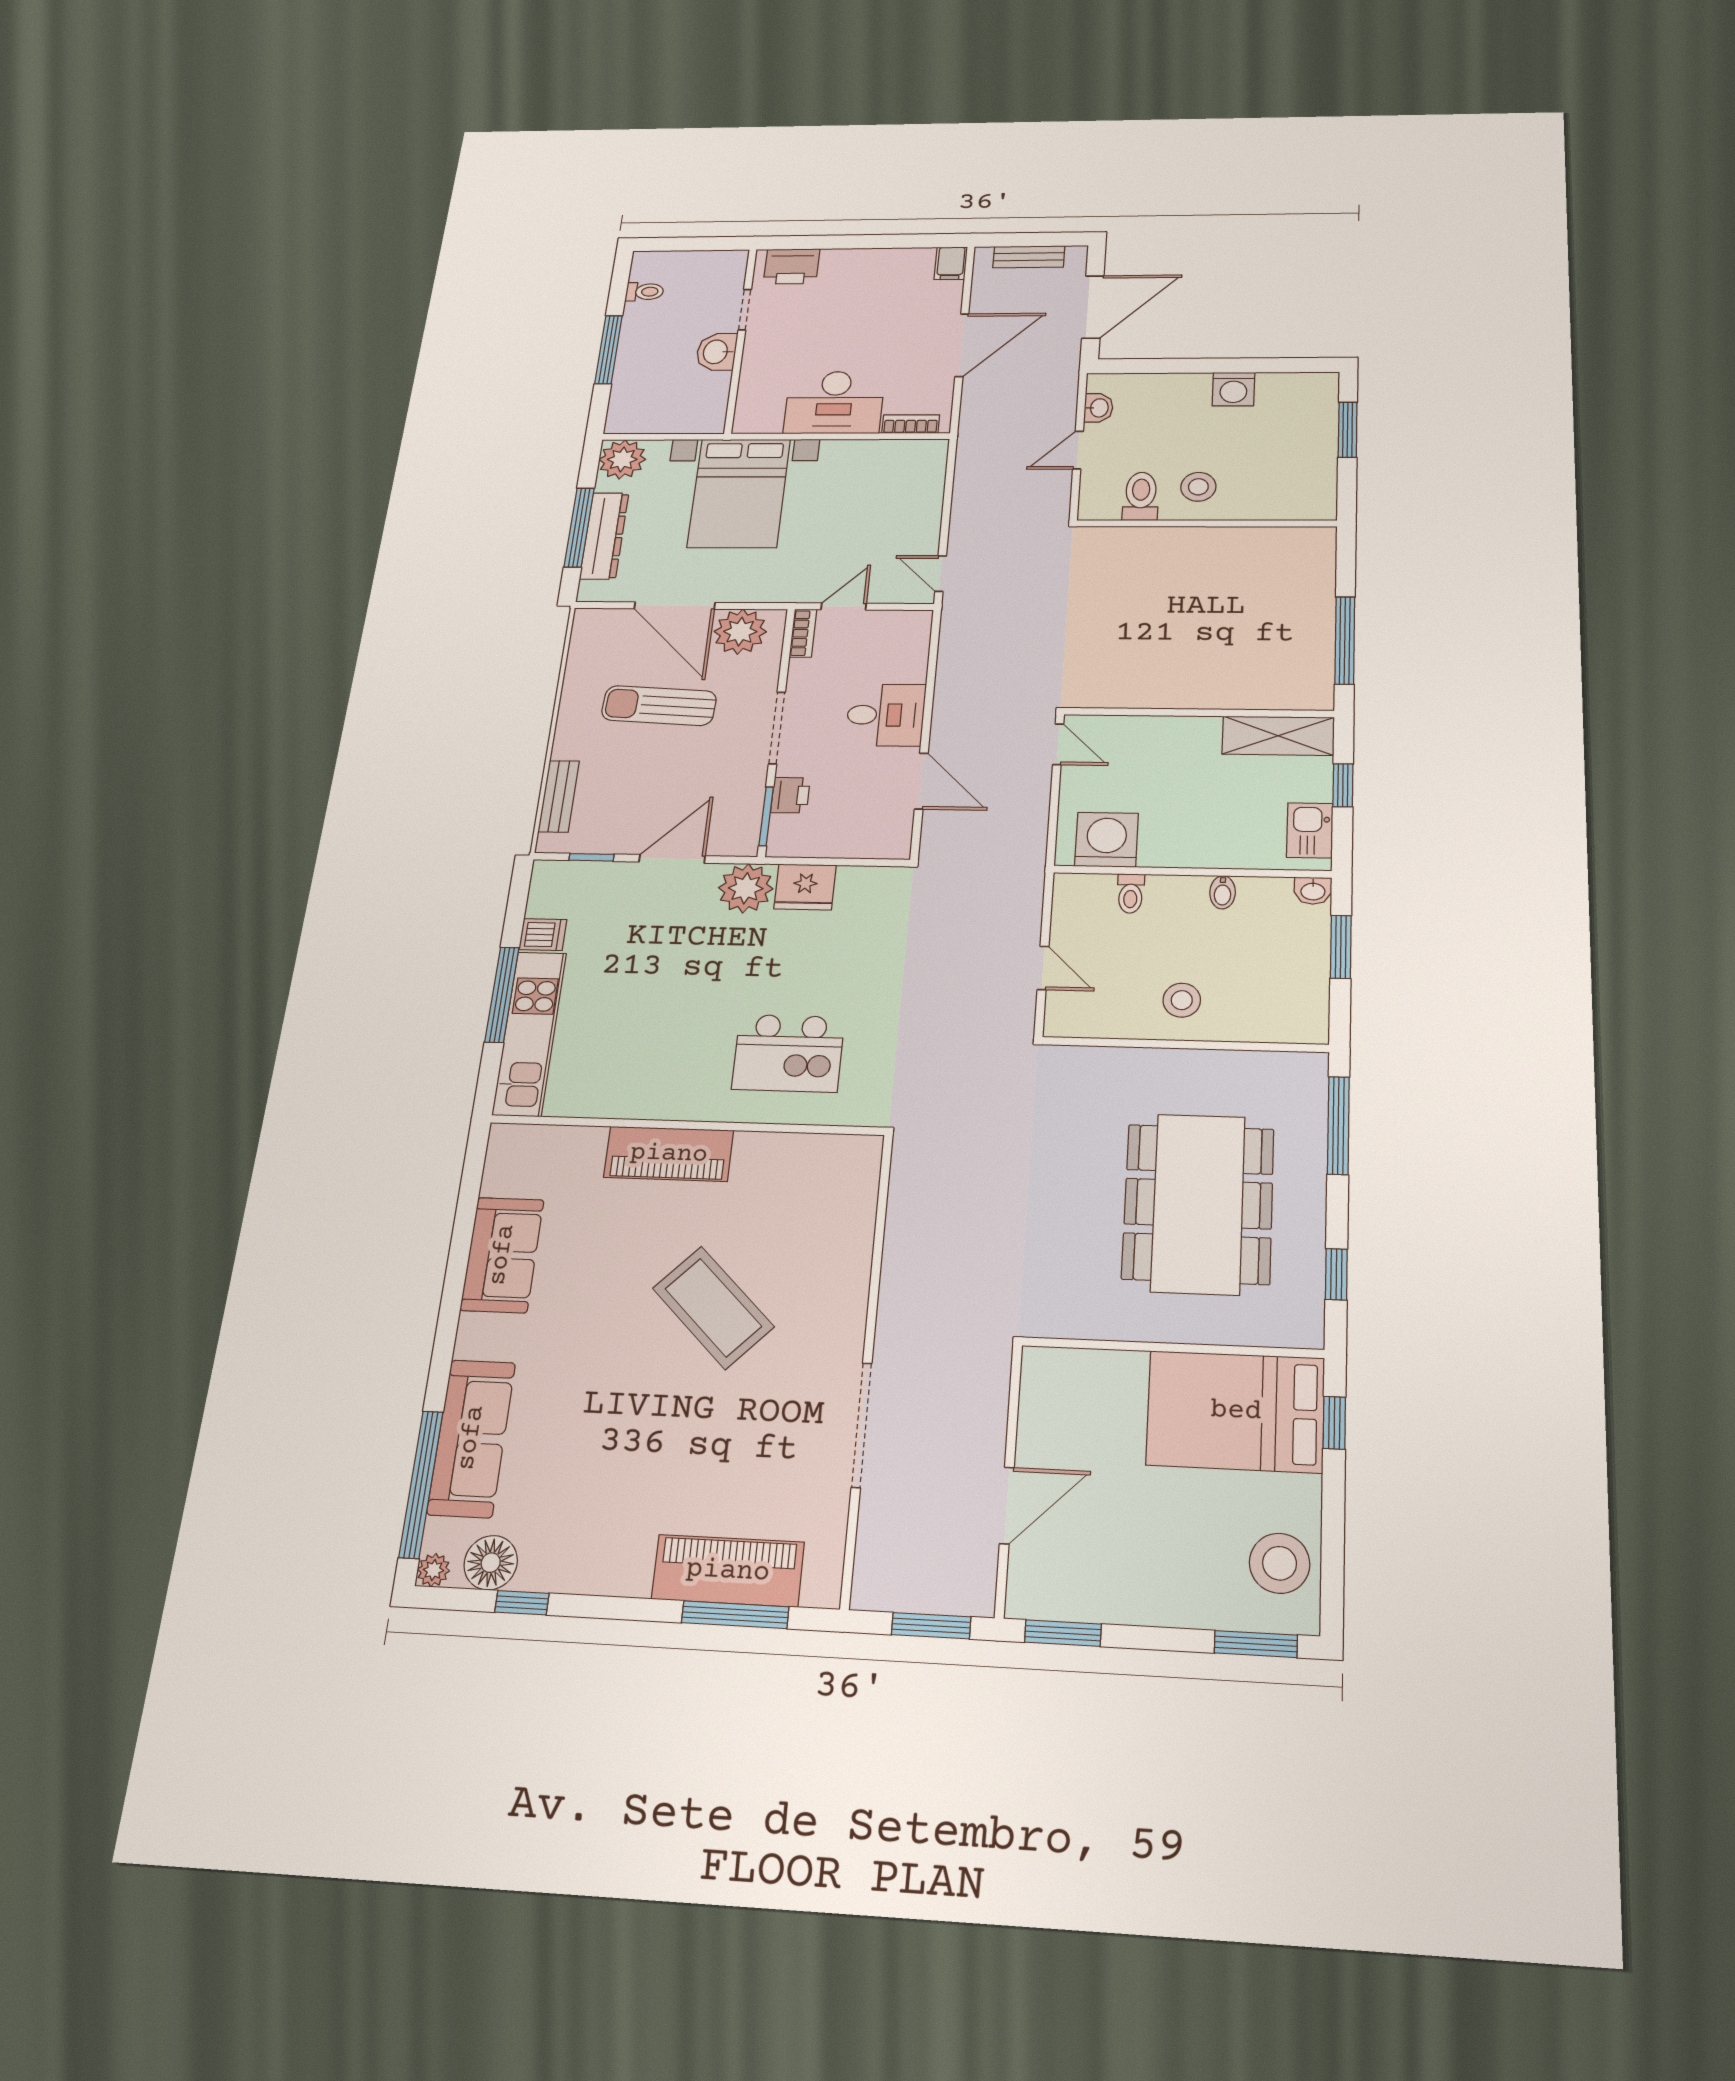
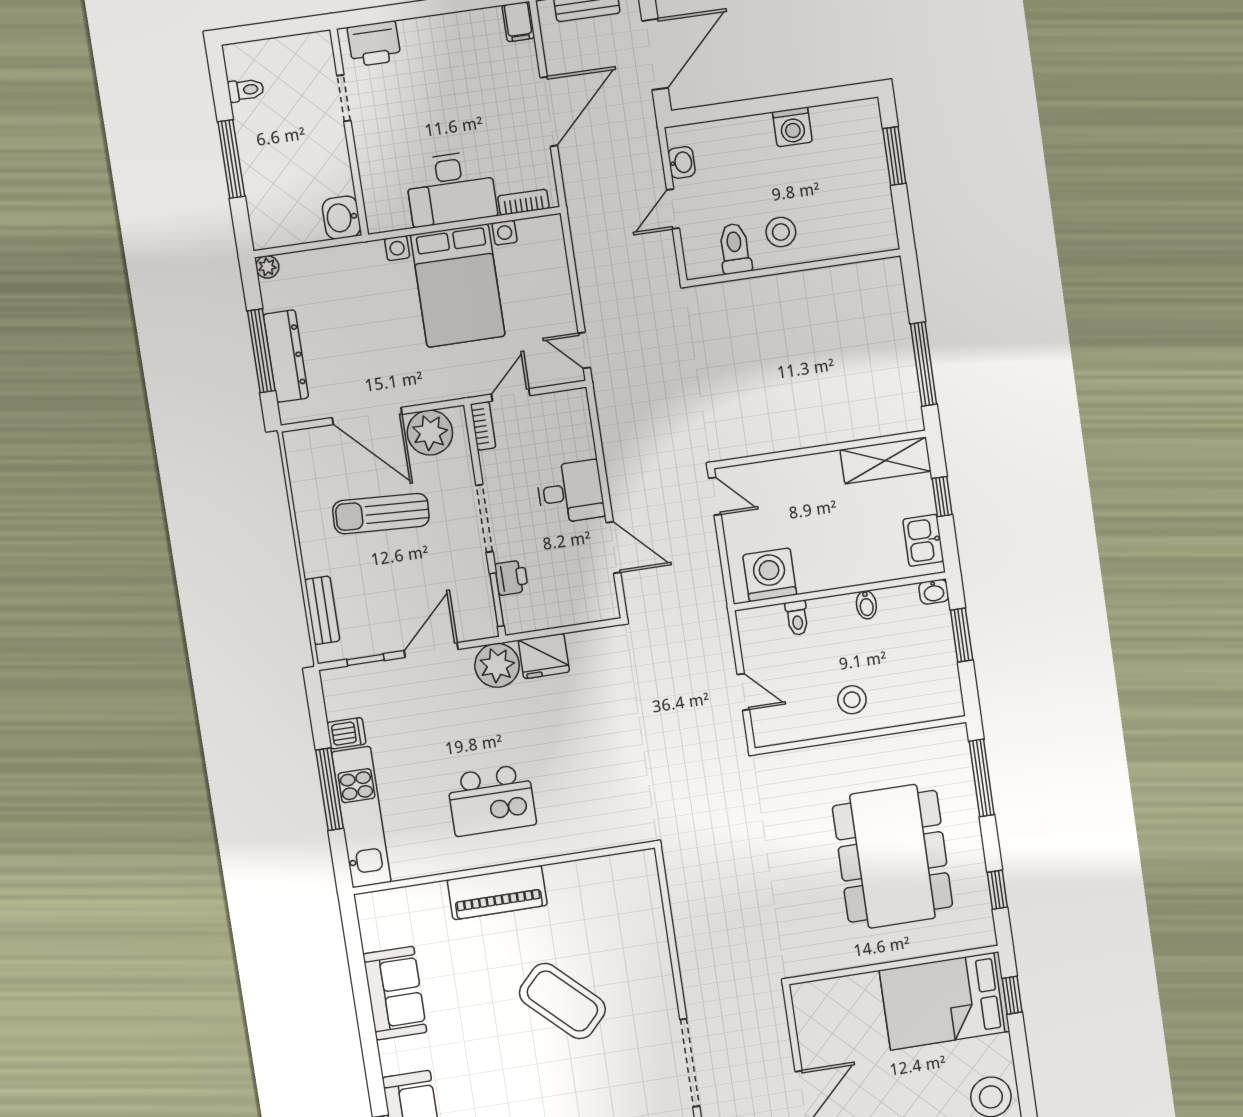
washbasin: (716, 352) -> (342, 218), moved
plant: (622, 459) -> (267, 267), width x0.53, depth x0.53
bed with nightstands: (739, 493) -> (458, 286), moved
kitchen island: (788, 1053) -> (492, 800), moved

